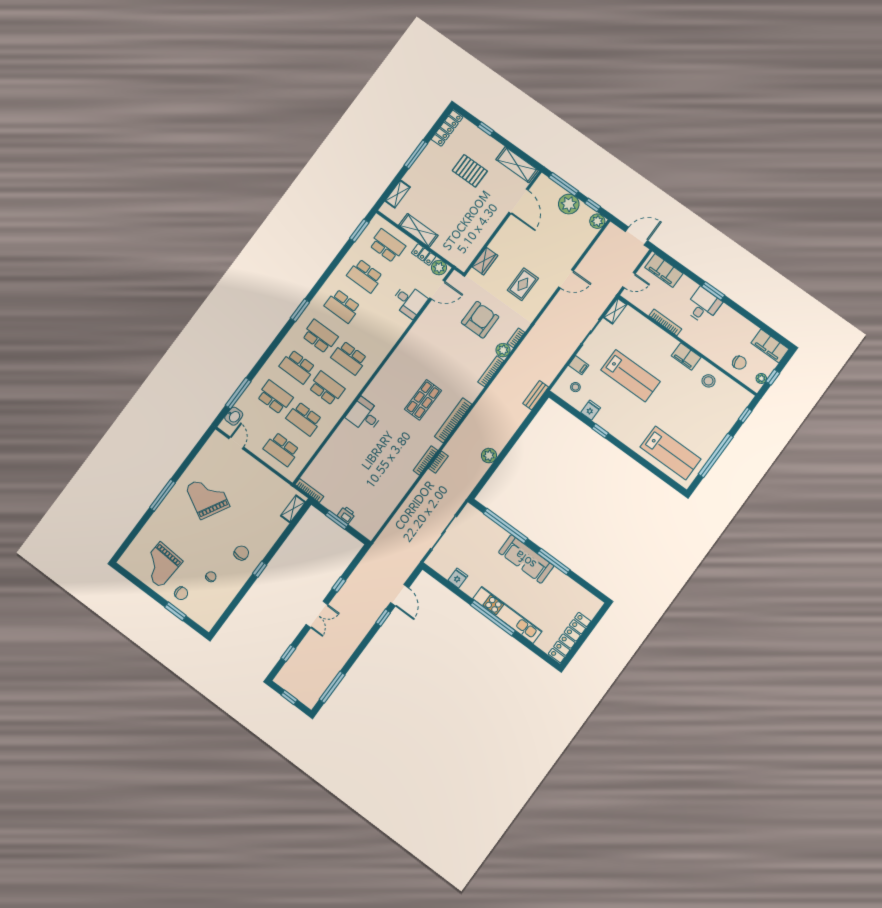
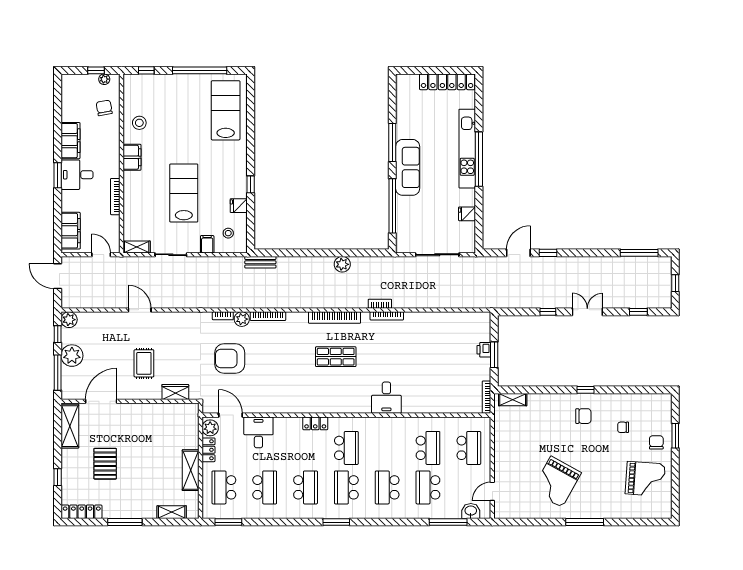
rug: (523, 284) -> (144, 363), moved, turned 90
filing cabinet: (770, 346) -> (70, 141), moved
locker: (385, 348) -> (315, 423), added
school desk: (297, 367) -> (387, 487), turned 180
school desk: (327, 388) -> (387, 448), removed
chair: (241, 553) -> (583, 416), turned 180

